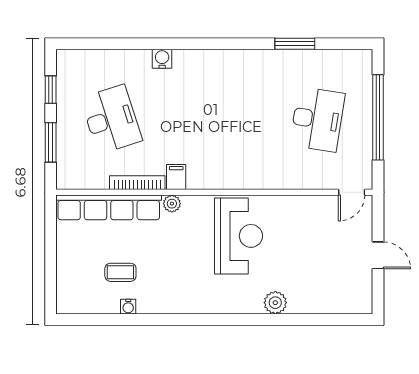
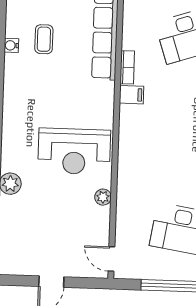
bookcase: (137, 183) -> (127, 67), width x0.64
plant: (172, 204) -> (103, 197), moved

